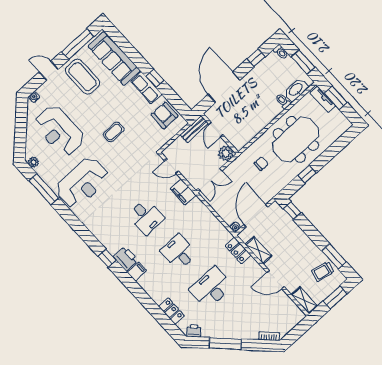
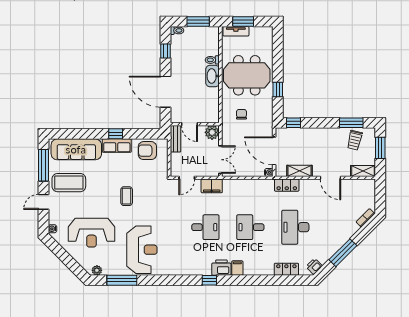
washbasin: (296, 90) -> (213, 76), moved
meeting table: (296, 139) -> (247, 75), turned 90
door: (276, 280) -> (330, 178), hinge flipped

